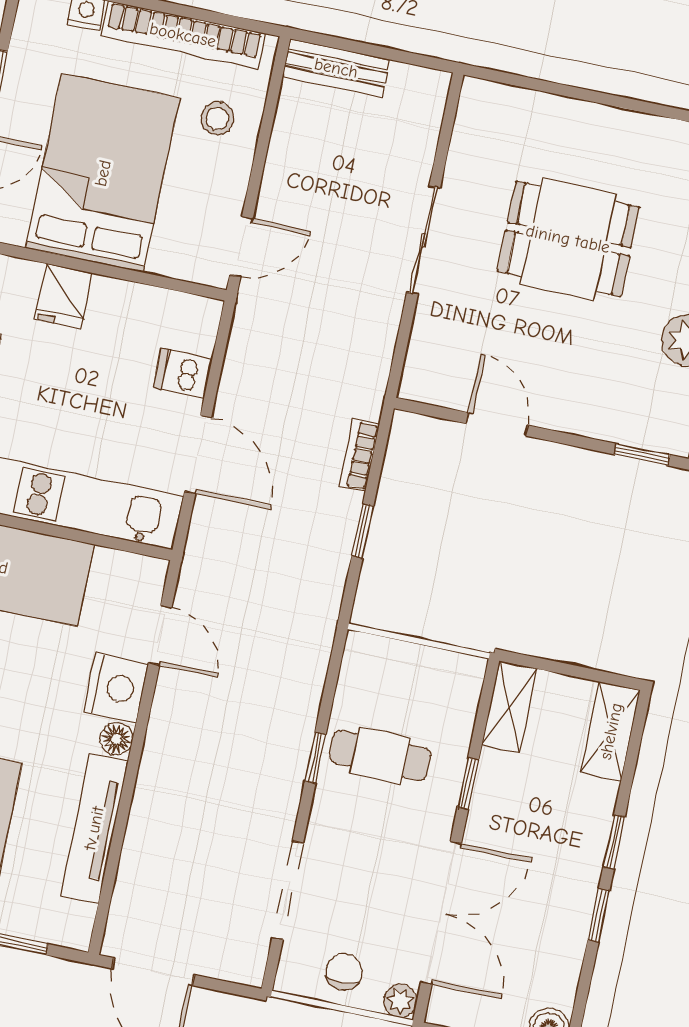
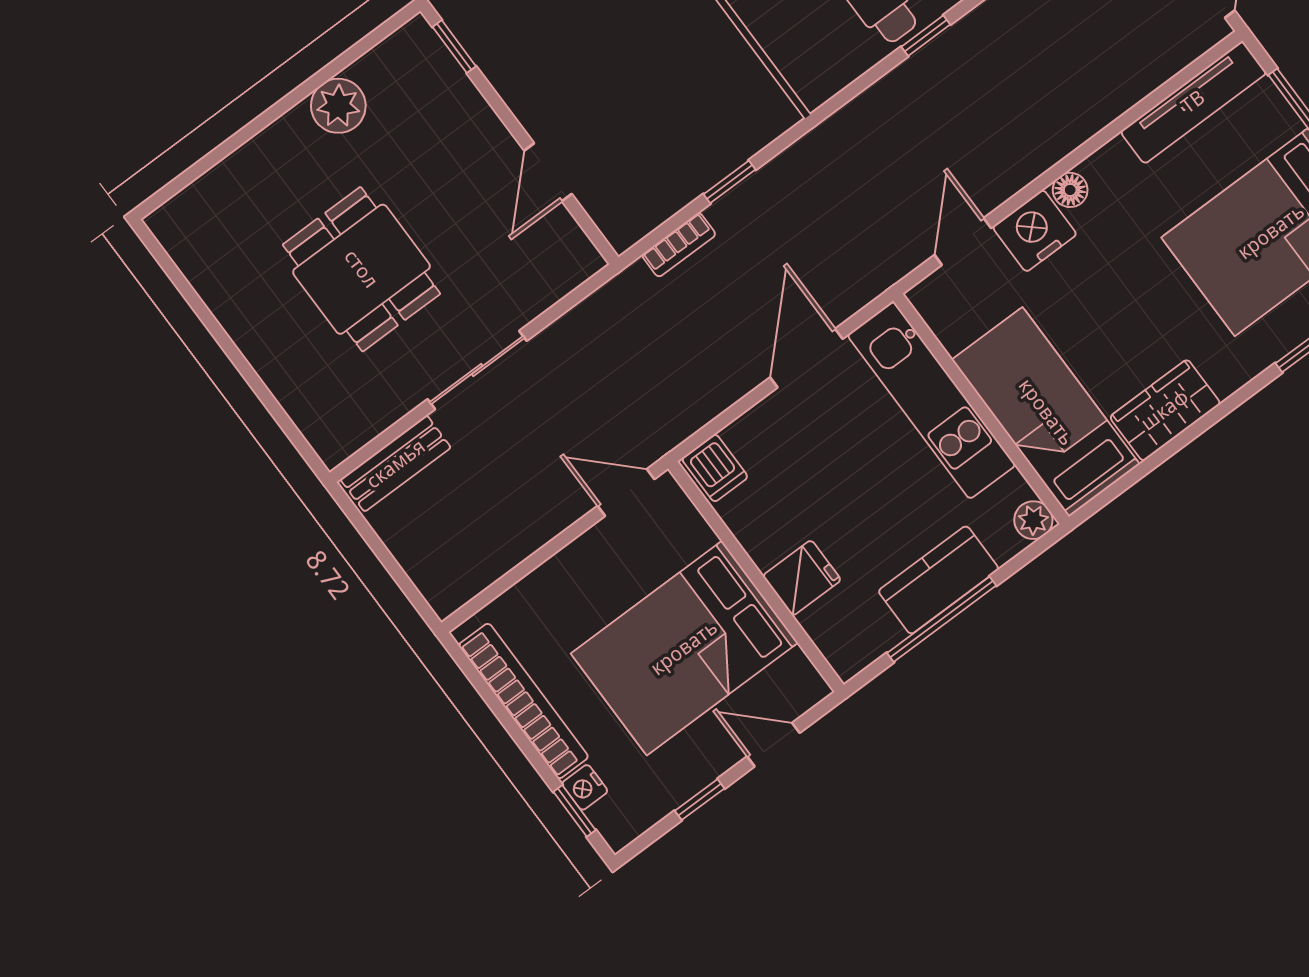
bench: (336, 68) -> (396, 464), moved, turned 90
stool: (217, 118) -> (555, 611), removed
dishwasher: (183, 373) -> (715, 468), moved
tv unit: (94, 828) -> (1193, 102), moved

